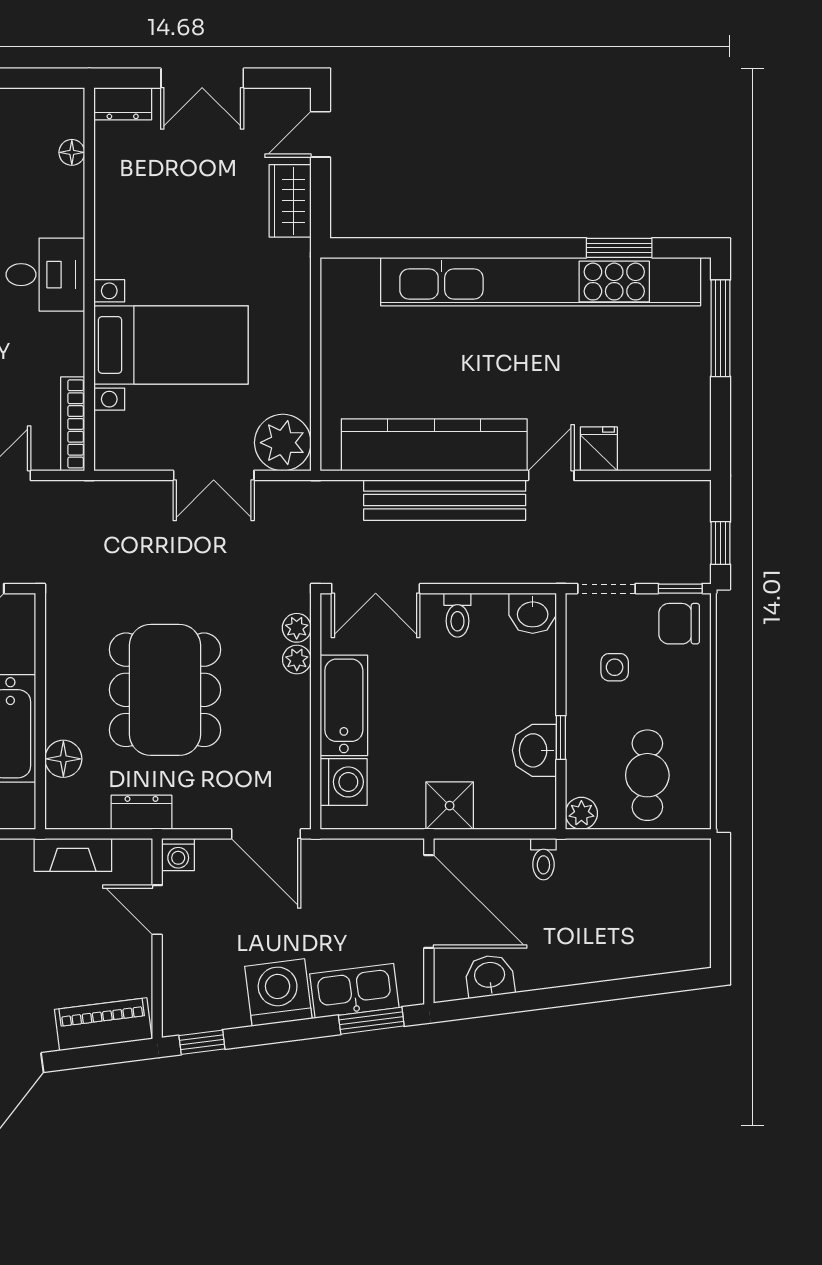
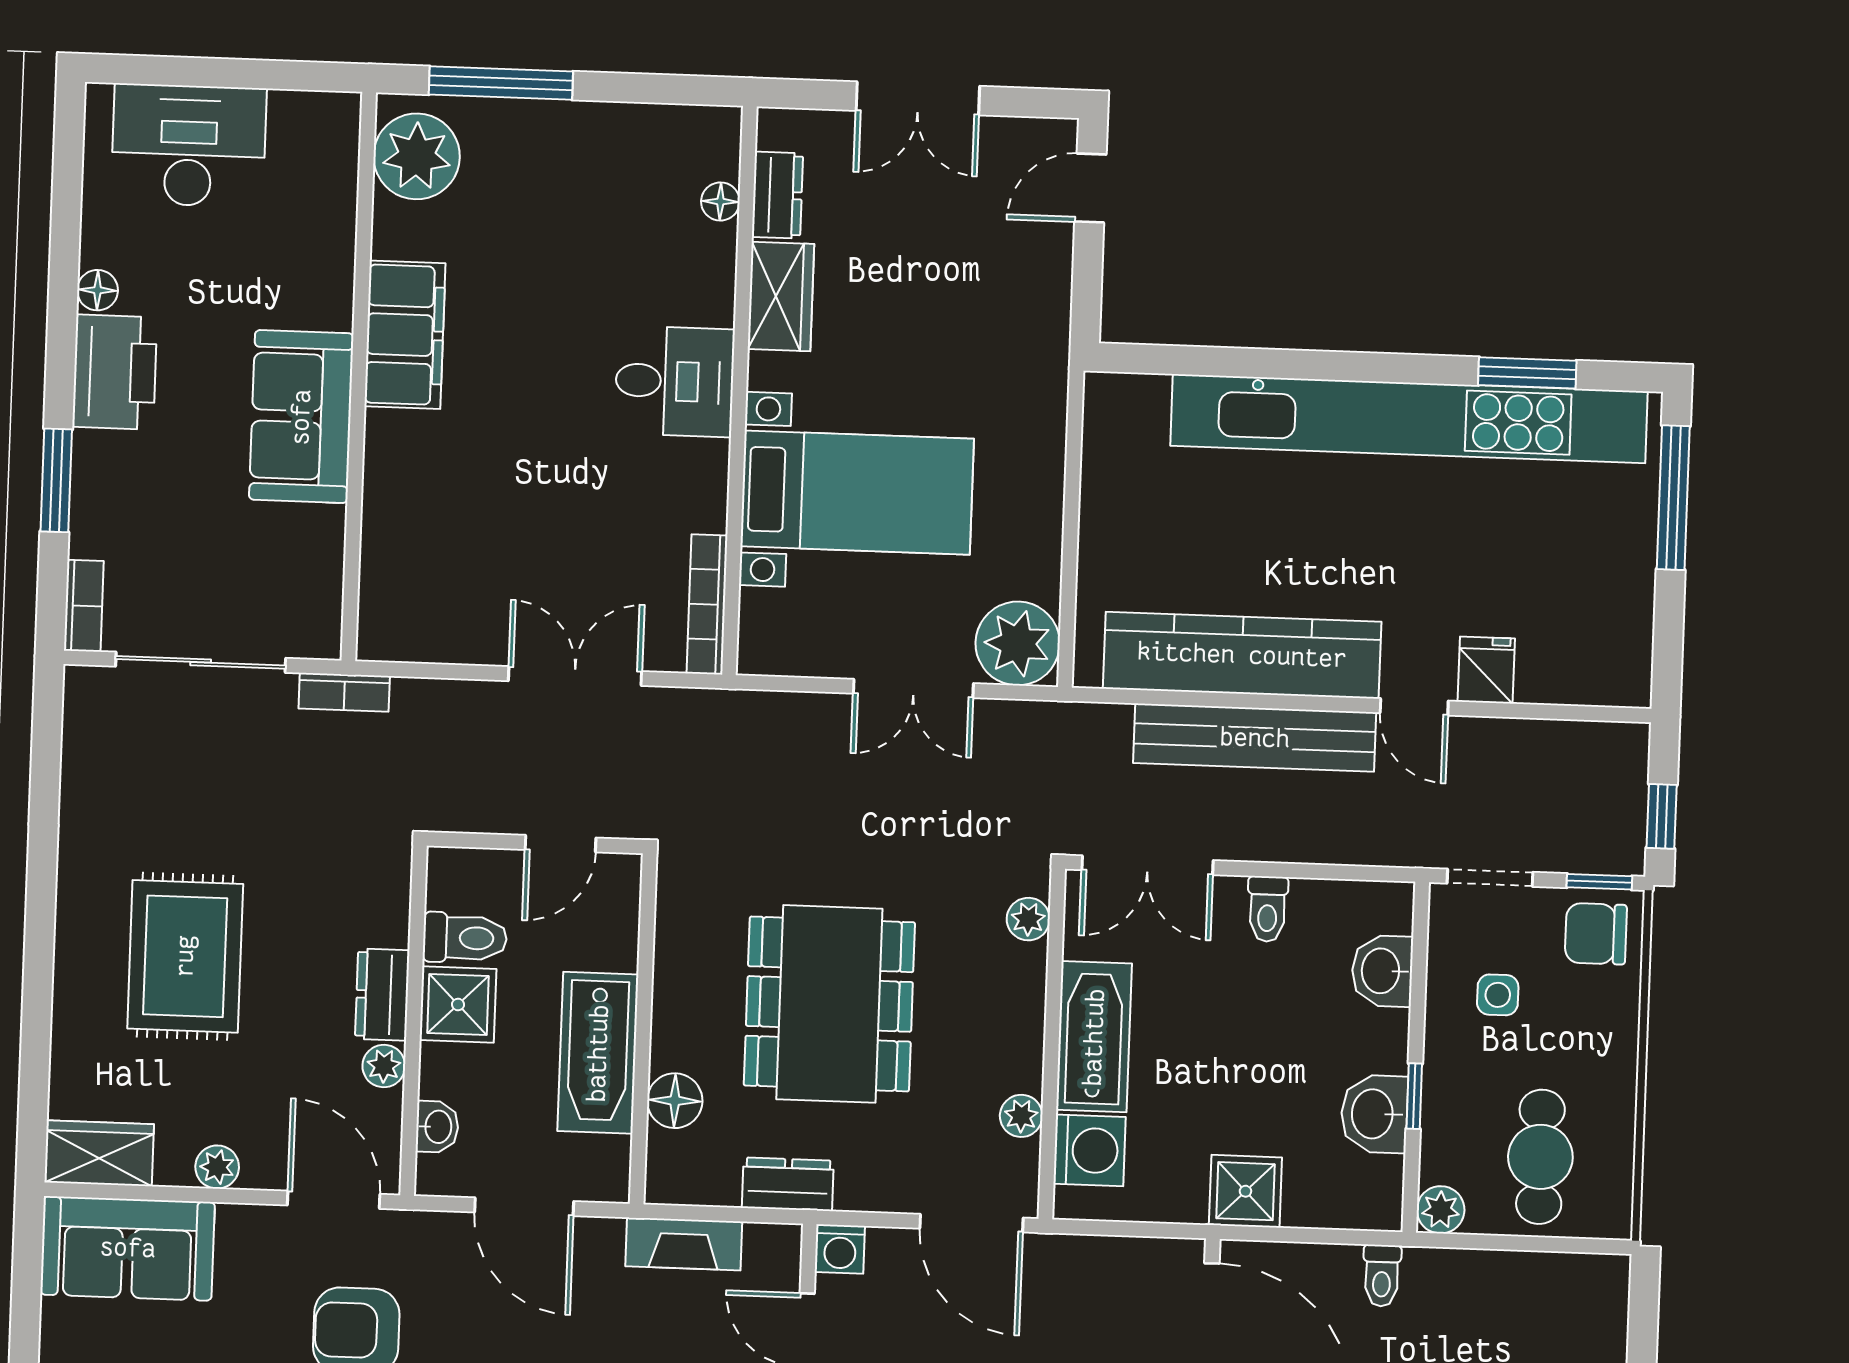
dresser: (123, 104) -> (777, 195), moved, turned -90
wardrobe: (290, 201) -> (781, 296), moved, turned 180
door: (551, 475) -> (1414, 707), swing flipped
washbasin: (533, 613) -> (1382, 971), moved, turned 90
plant: (297, 660) -> (1021, 1116), moved

